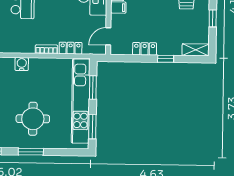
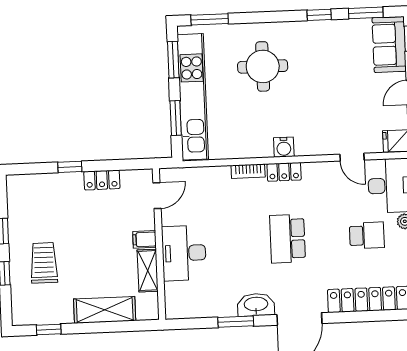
locker: (71, 48) -> (284, 172), moved
shelving: (196, 50) -> (26, 183), removed
window: (31, 152) -> (210, 19), moved

